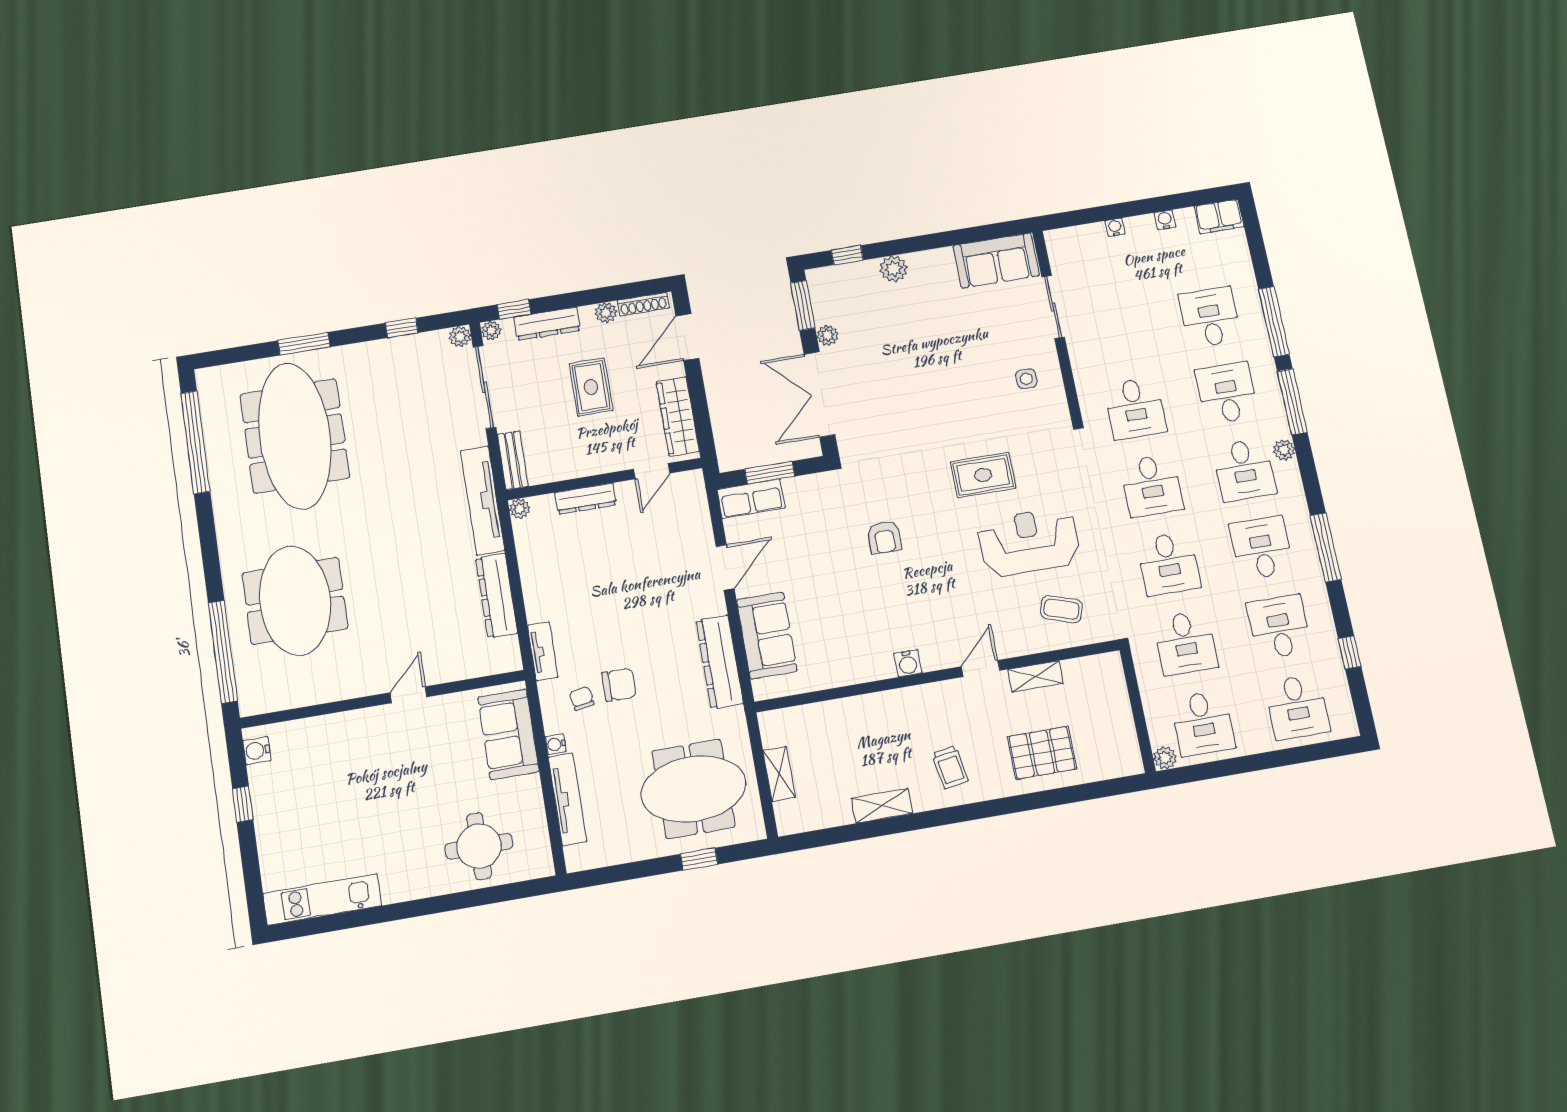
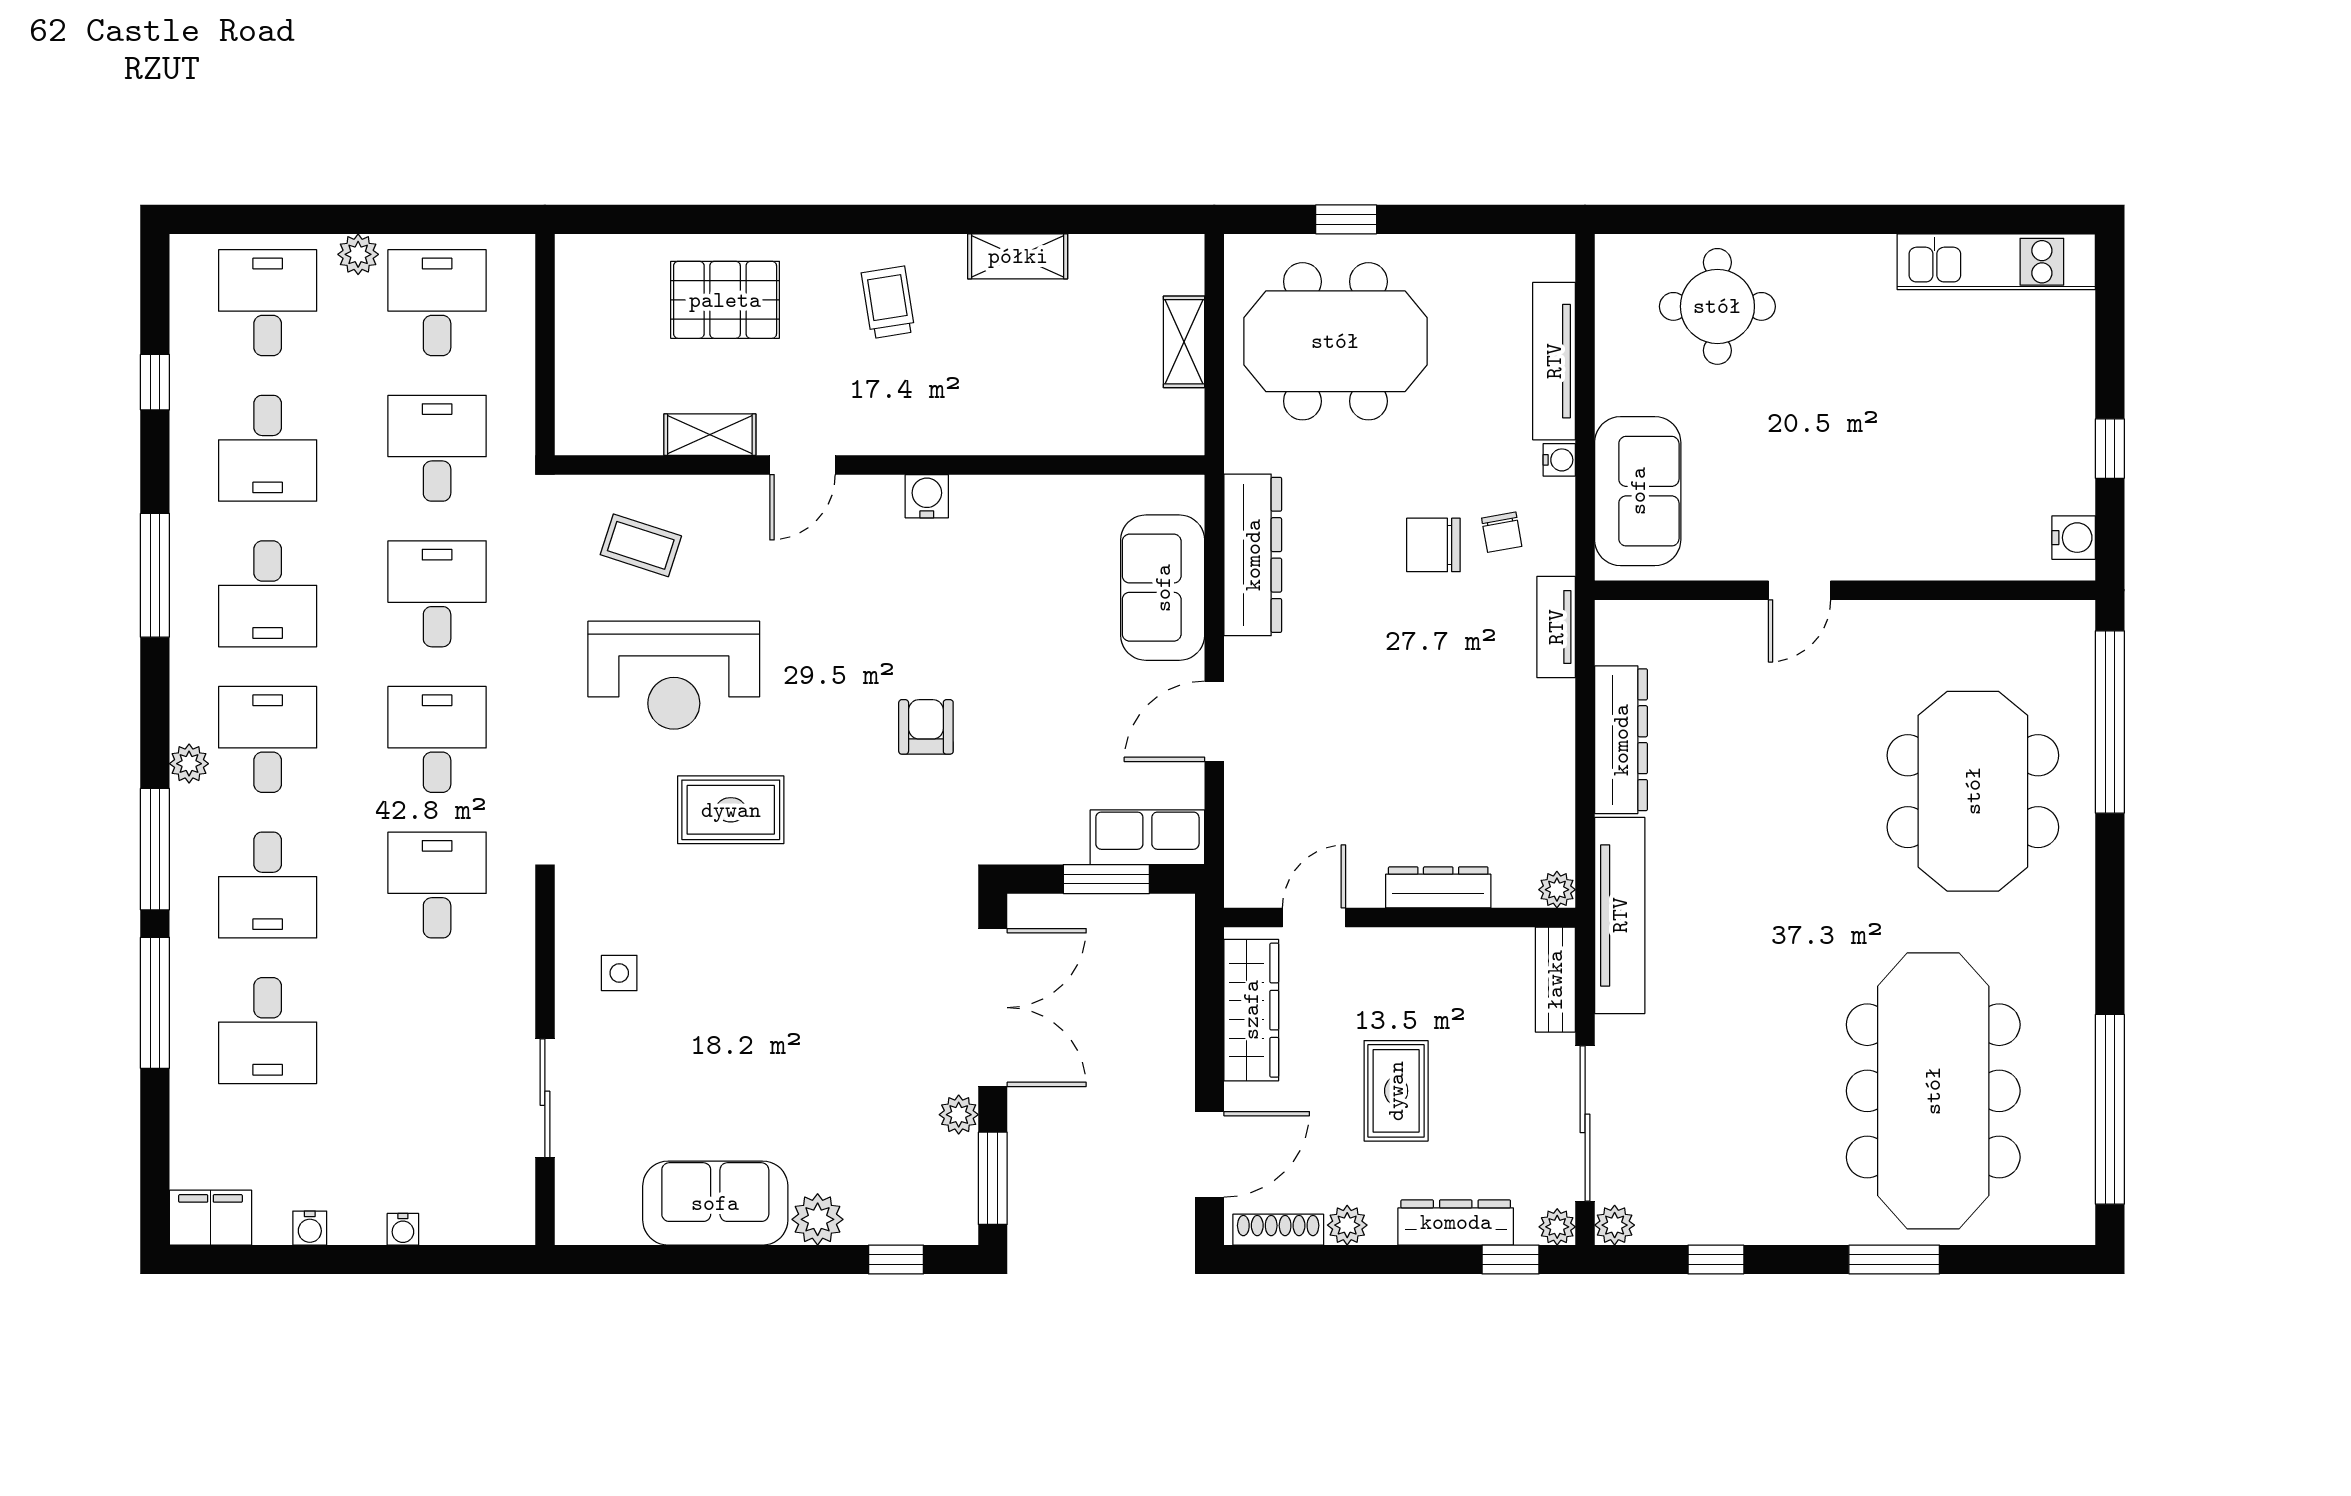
sofa: (996, 261) -> (715, 1203), moved
plant: (1165, 758) -> (358, 254), moved

